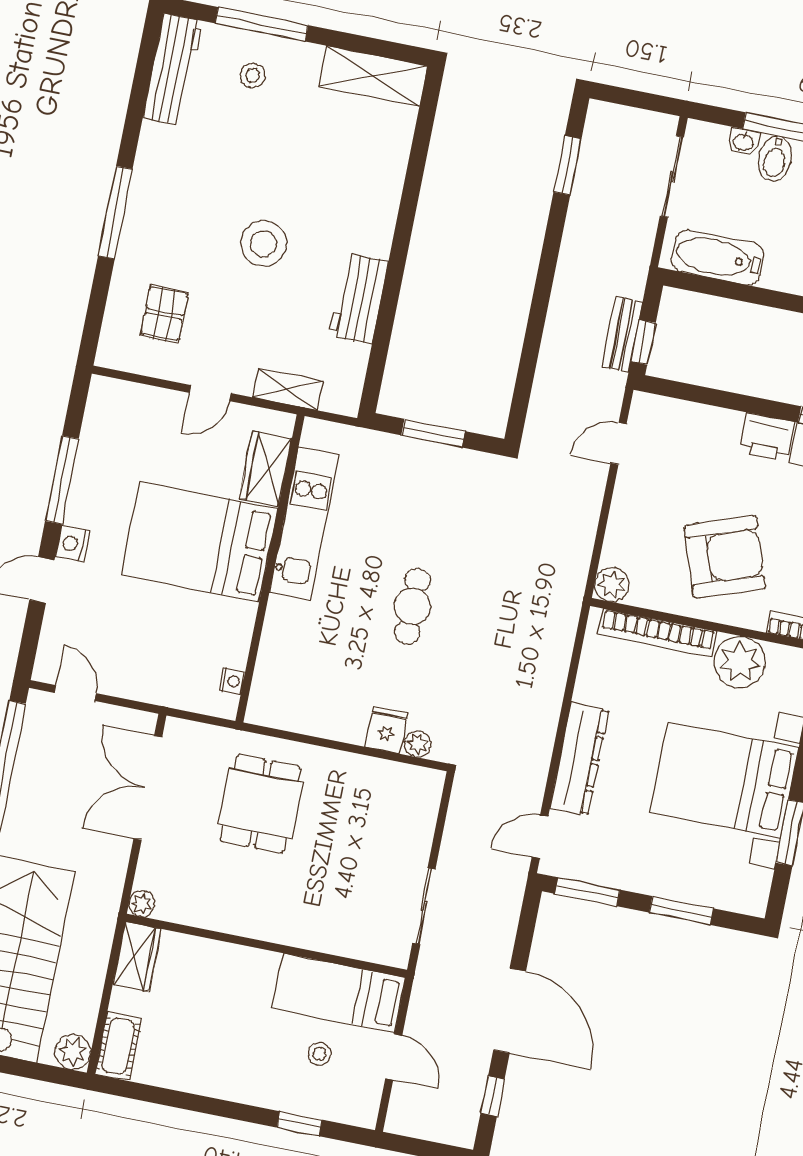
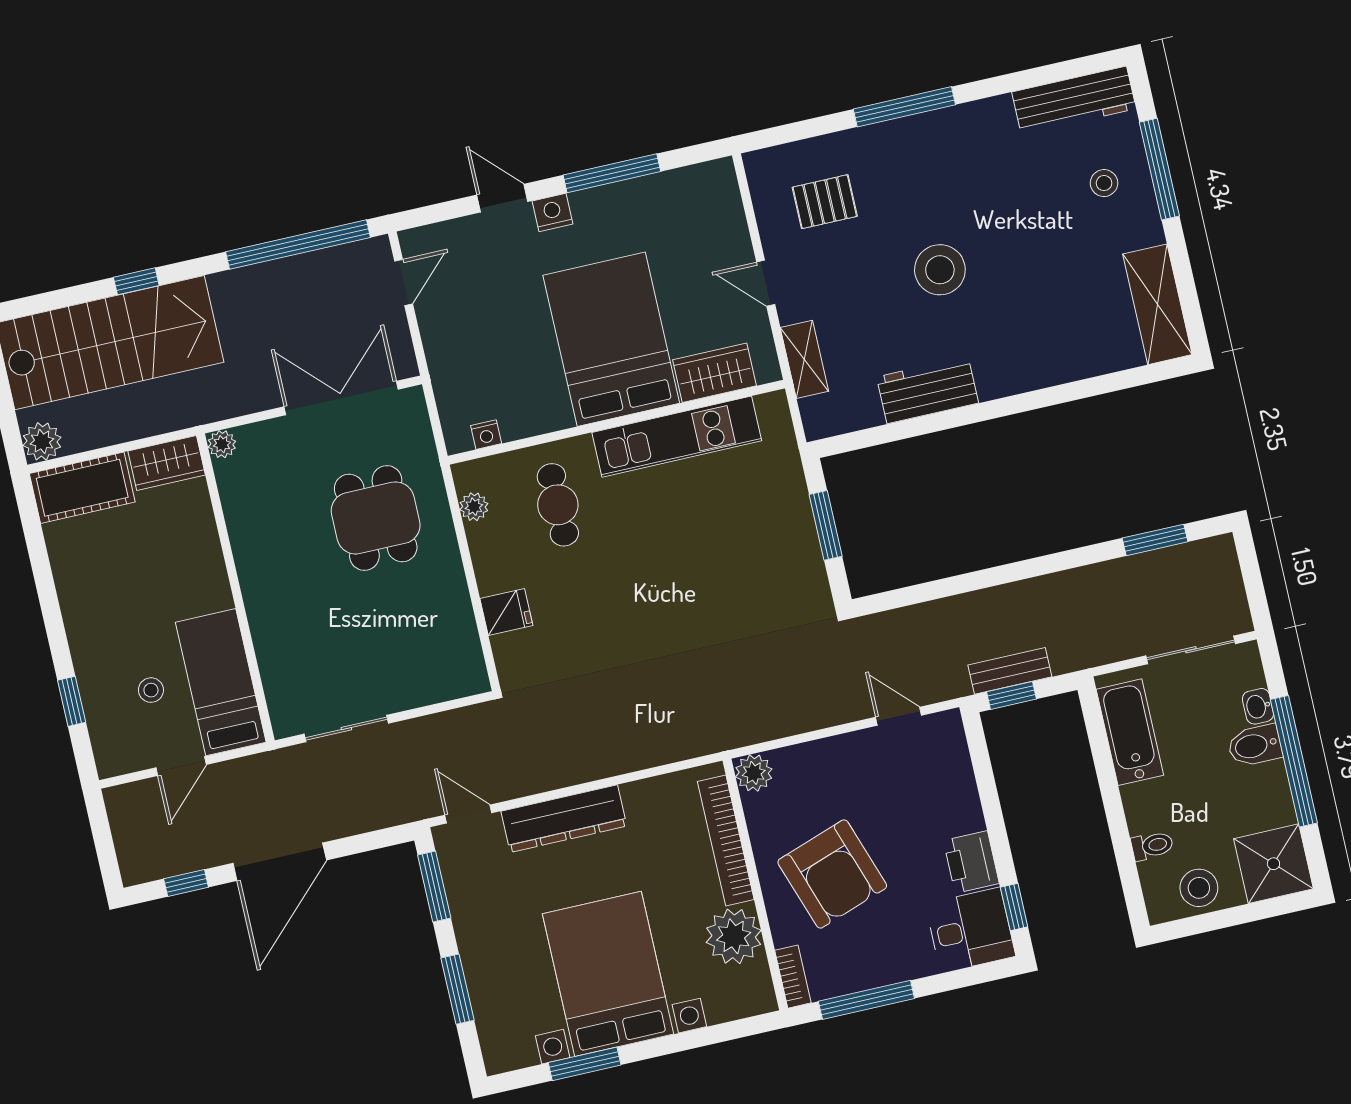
cafe table: (412, 606) -> (558, 505), moved, turned 90
plant: (418, 744) -> (474, 507), moved
dining table: (260, 804) -> (376, 518), turned 90
cot: (118, 1046) -> (82, 488), width x1.37, depth x1.34

